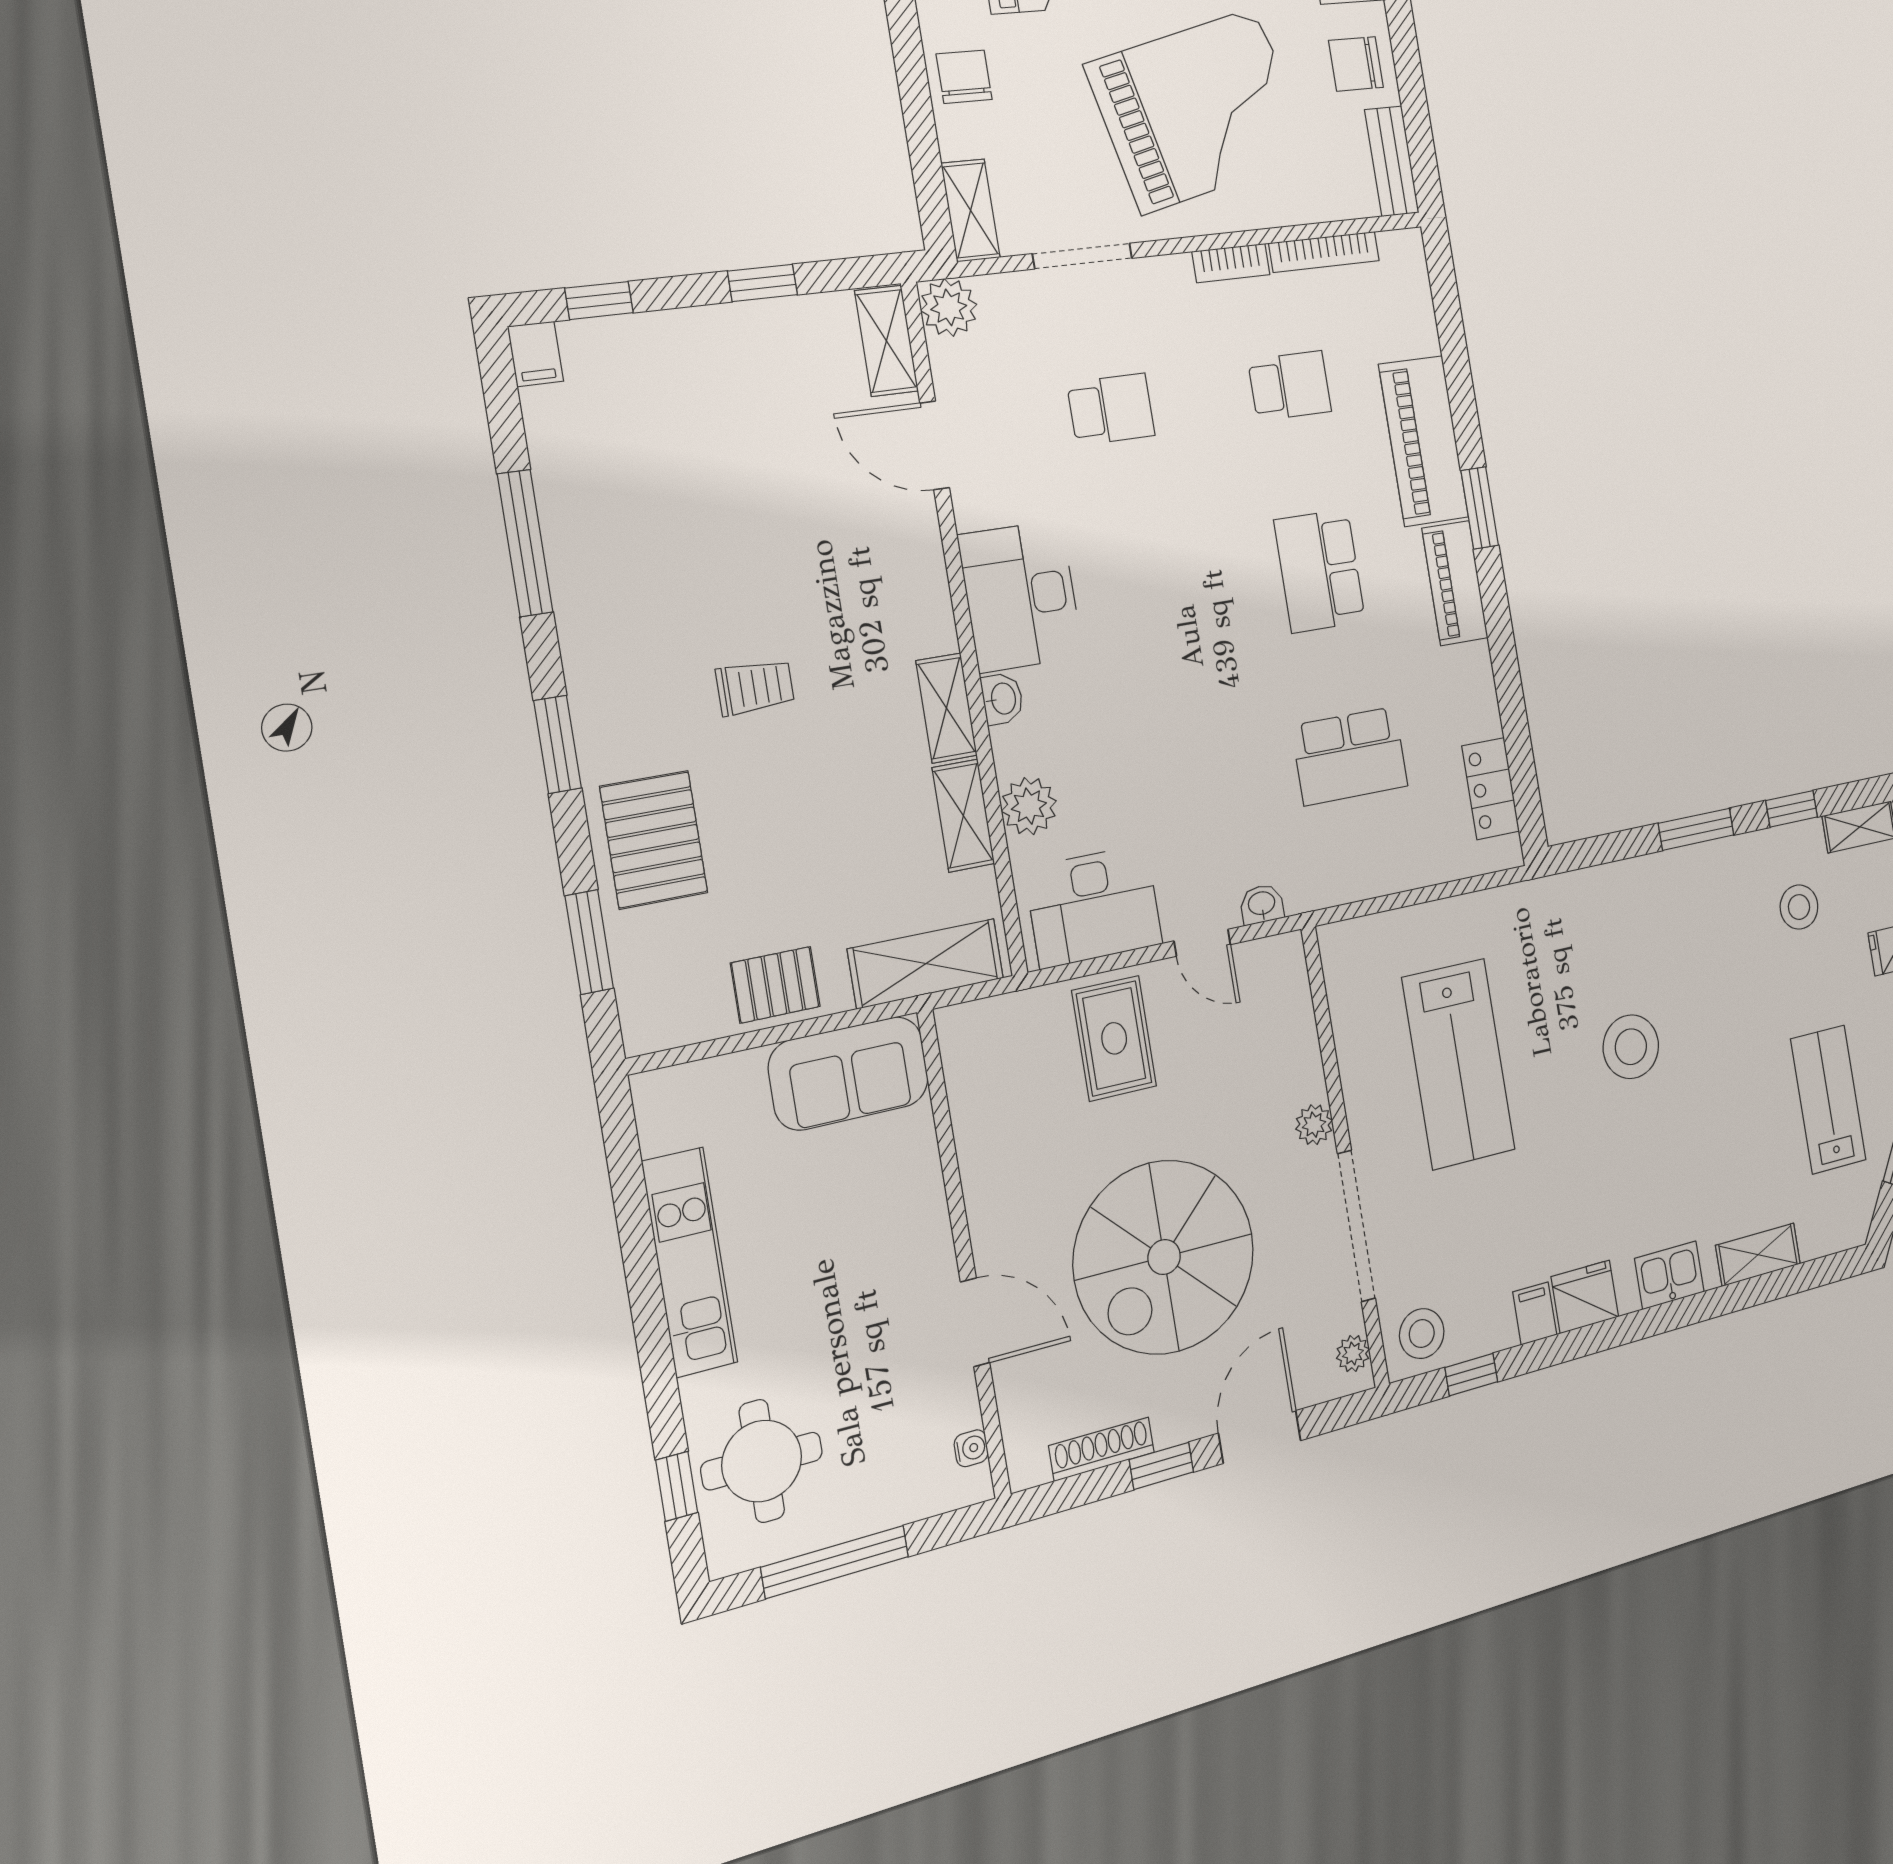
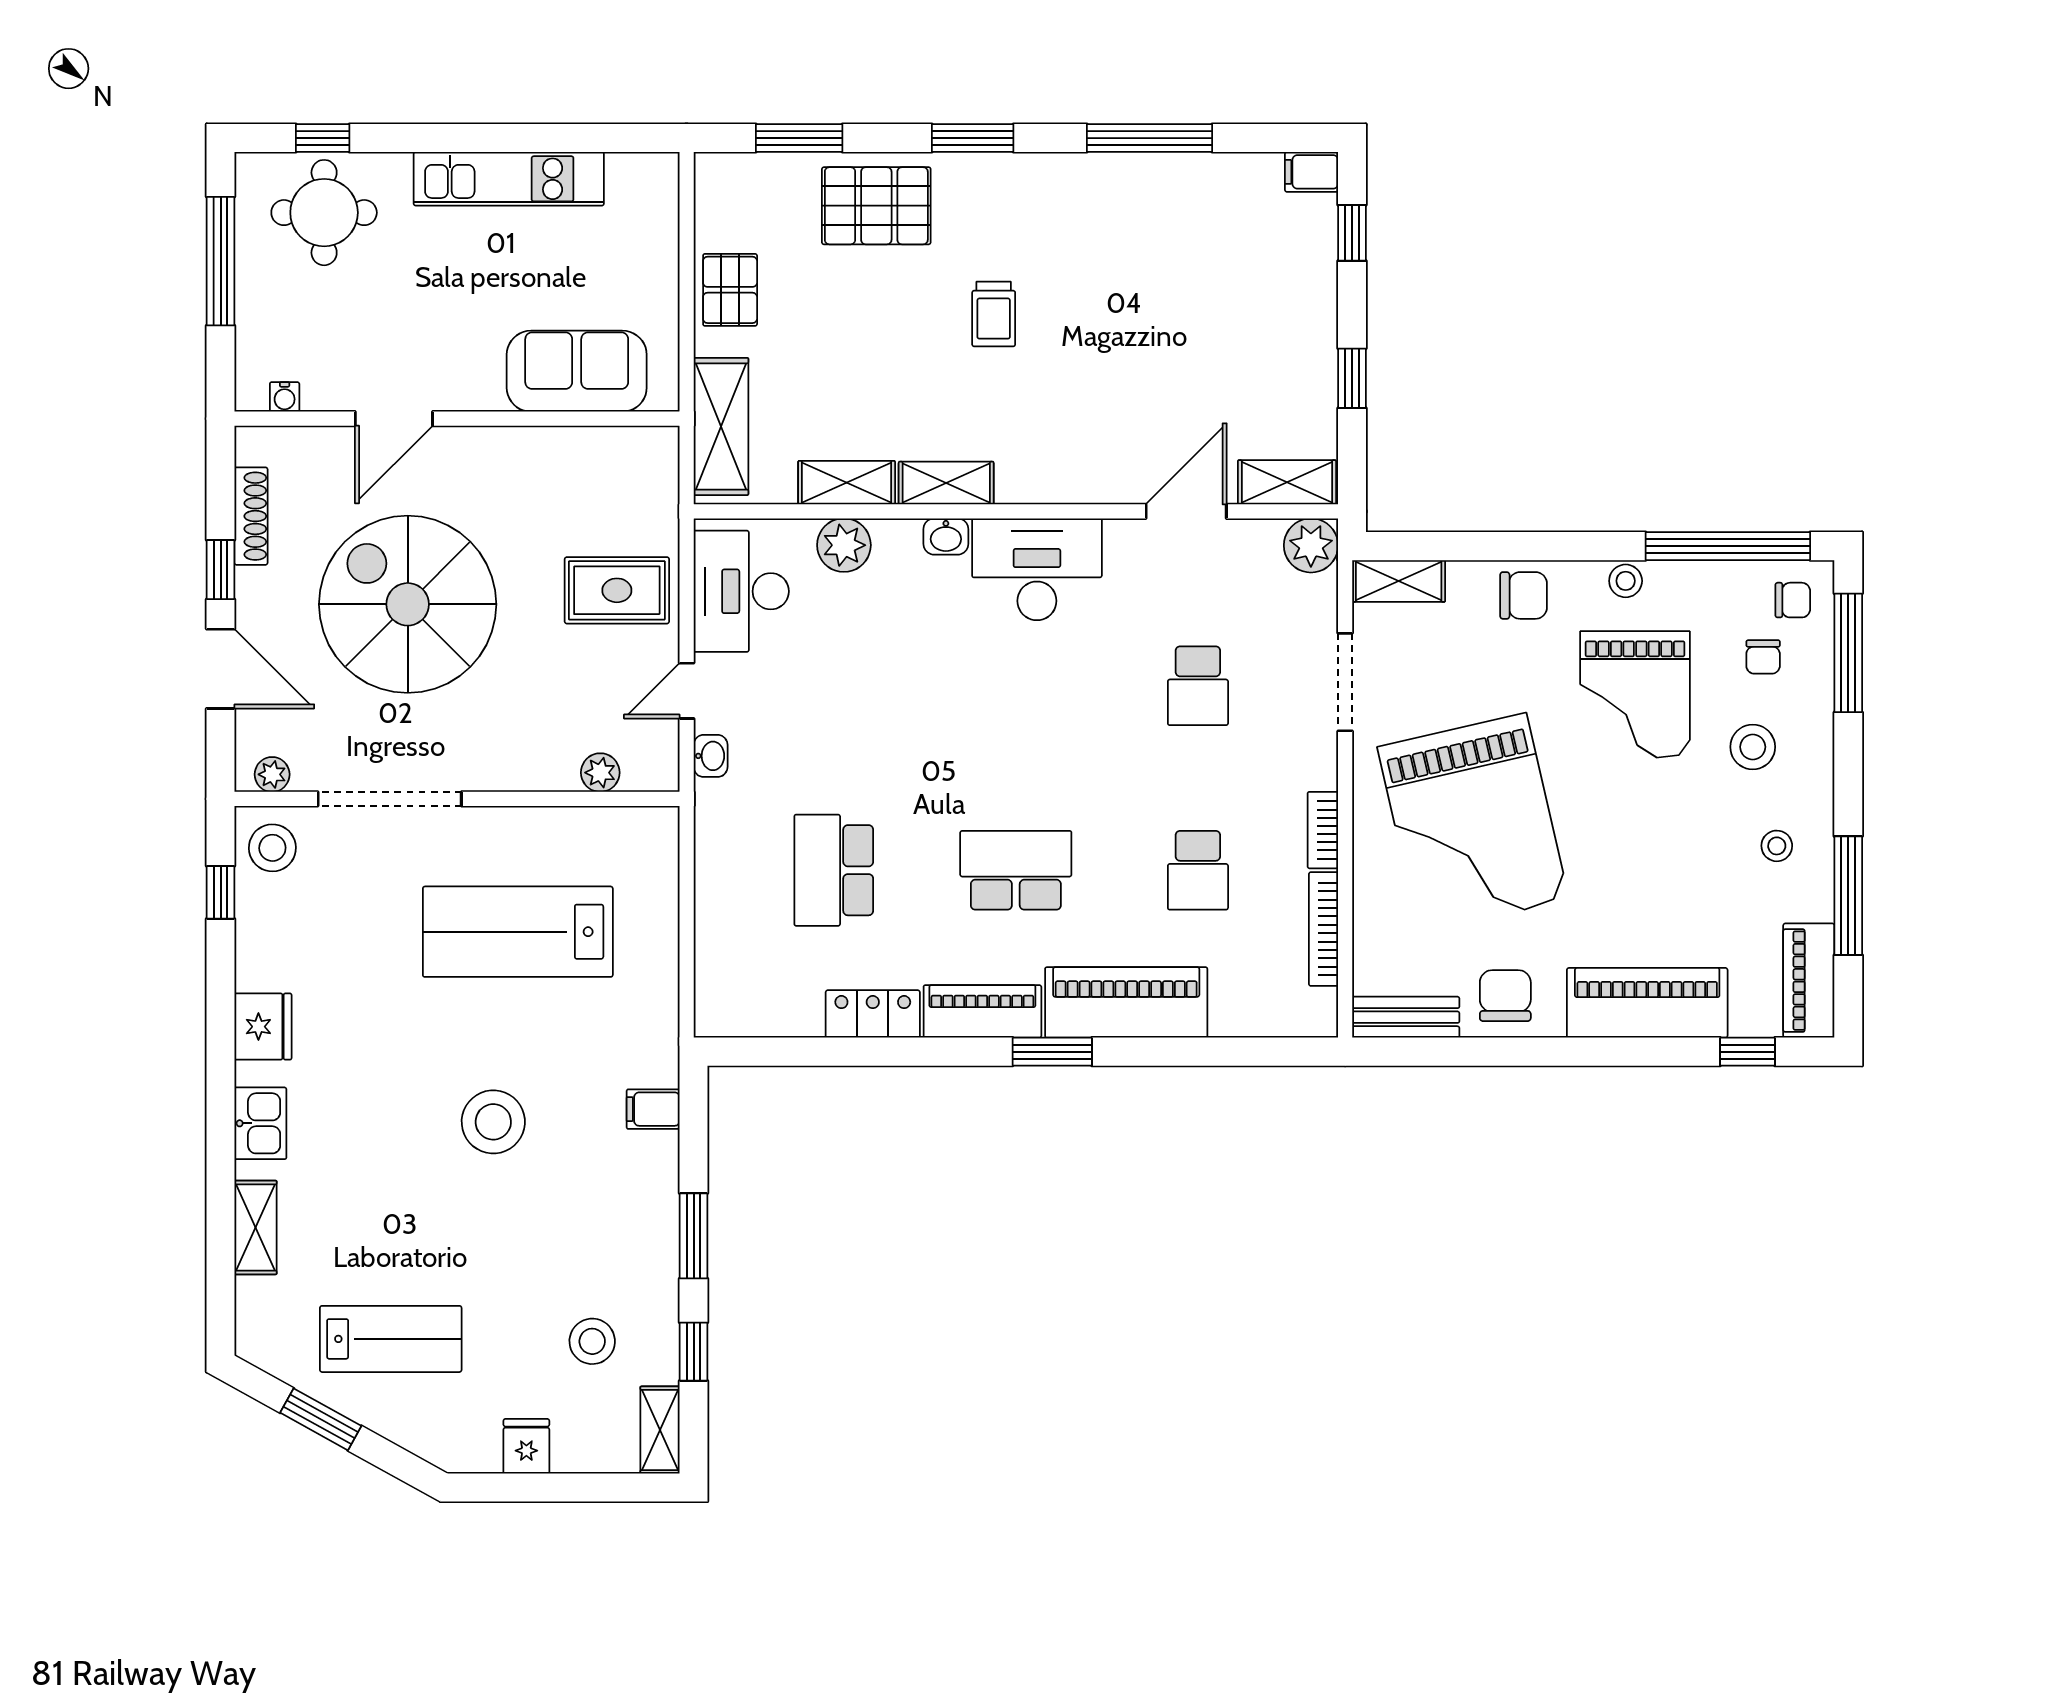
locker: (1491, 789) -> (873, 1014), moved
sofa: (849, 1073) -> (577, 371), moved, turned 90
plant: (1314, 1125) -> (600, 773), moved
filing cabinet: (1535, 1313) -> (653, 1109), moved, turned 180

